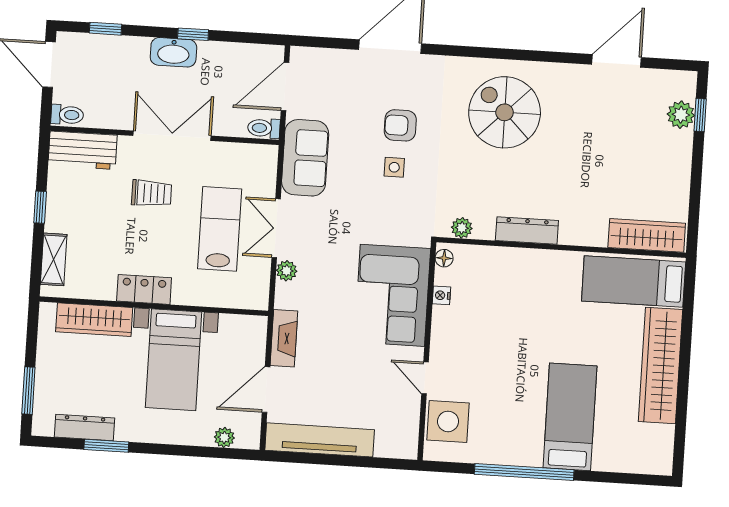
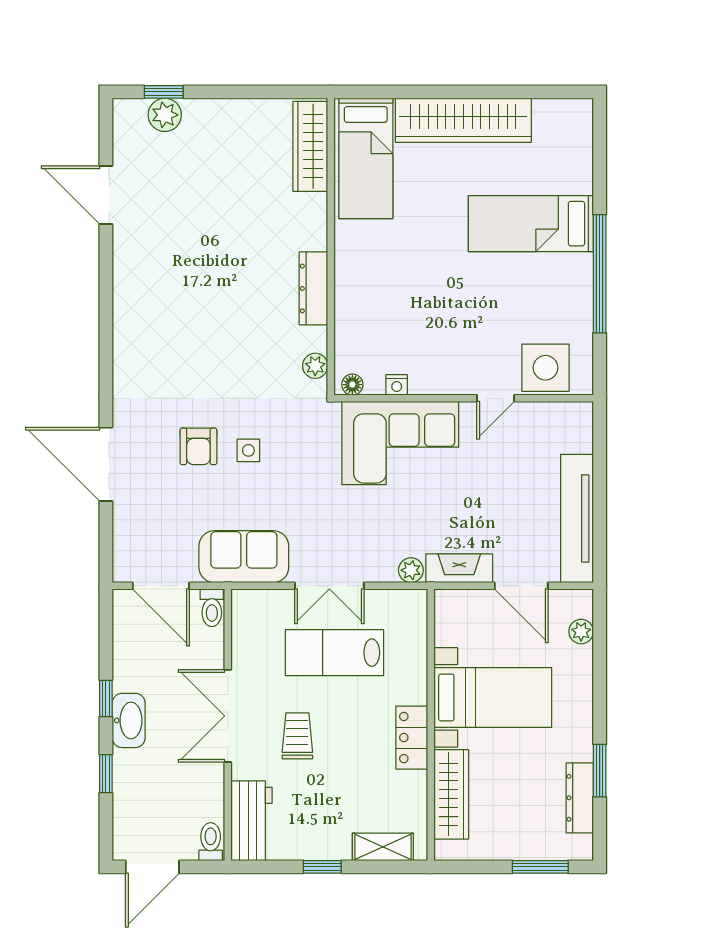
window: (106, 29) -> (106, 774), moved
spiral stairs: (505, 112) -> (175, 324), removed
plant: (287, 271) -> (411, 570), moved

